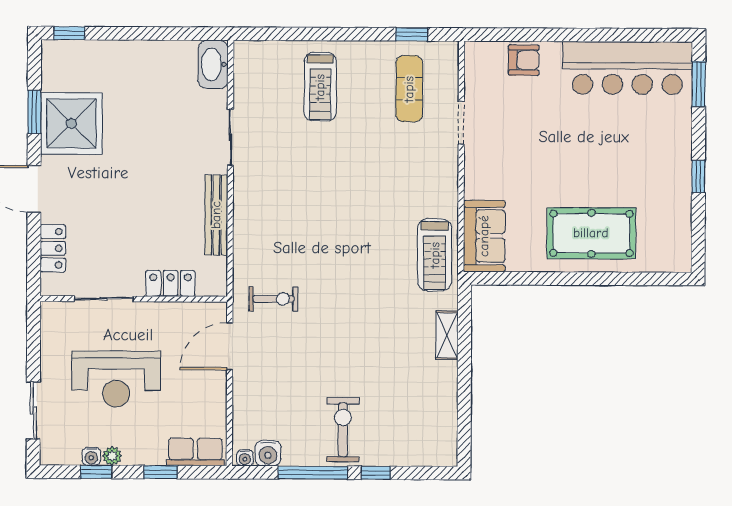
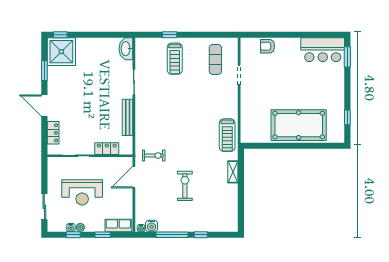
window: (412, 34) -> (170, 35), moved
armchair: (524, 60) -> (267, 46), turned 180
bar counter: (627, 68) -> (323, 50), width x0.73
shower: (71, 123) -> (61, 52), moved
window: (698, 176) -> (347, 117), moved
pool table: (591, 233) -> (299, 125), width x1.36, depth x1.32
sofa: (484, 236) -> (250, 127), removed
exercise bike: (343, 430) -> (185, 186), moved

